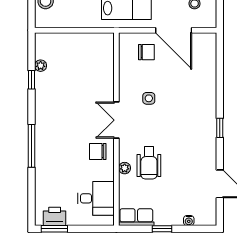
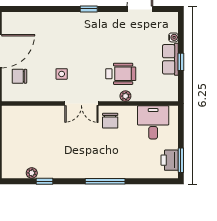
chair: (146, 52) -> (19, 76), turned -90
row of seats: (136, 217) -> (170, 59), moved

